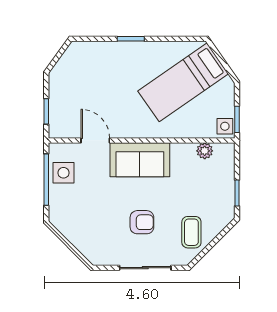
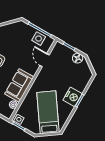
nightstand: (131, 55) -> (73, 97), added
floor lamp: (59, 85) -> (78, 58), added
door: (95, 140) -> (45, 60), swing flipped
sofa: (140, 160) -> (19, 85), moved

